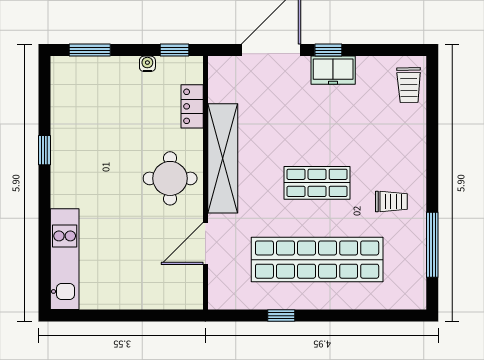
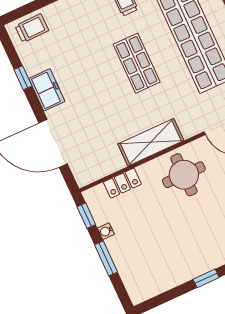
window: (90, 50) -> (106, 258), moved
window: (328, 50) -> (23, 78), moved
shelving: (223, 158) -> (151, 142), width x0.68

